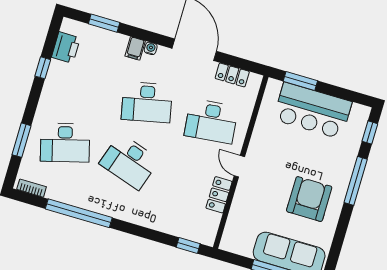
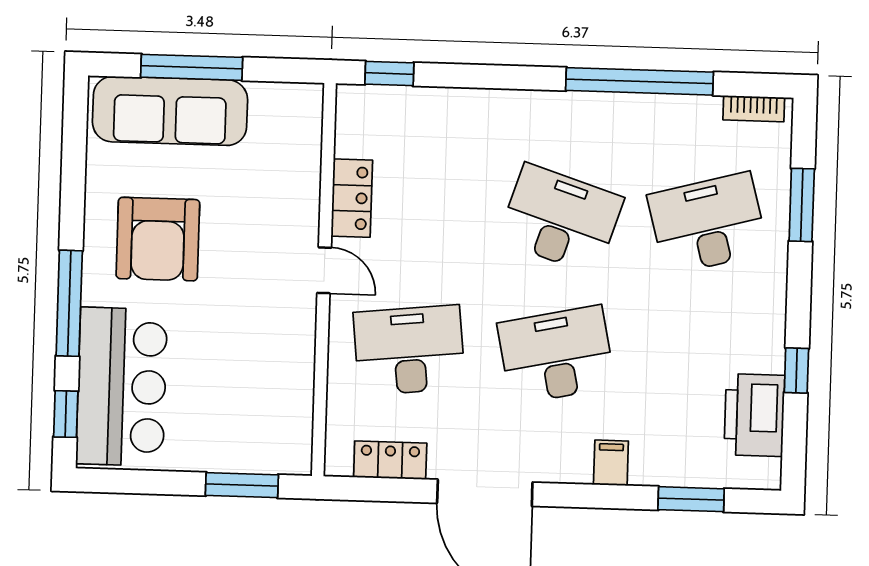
printer: (66, 48) -> (754, 415), width x1.37, depth x1.19
water cooler: (151, 48) -> (578, 471), removed
bar counter: (313, 111) -> (122, 387), moved, turned 90

